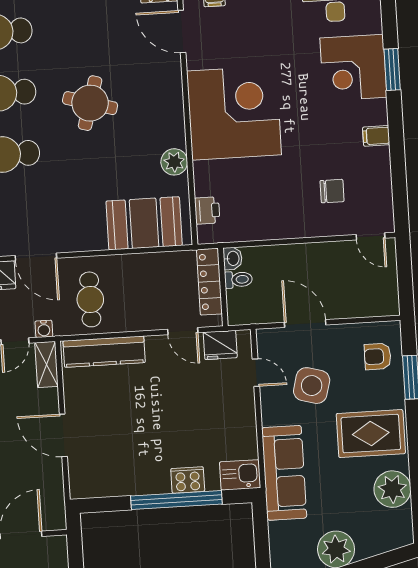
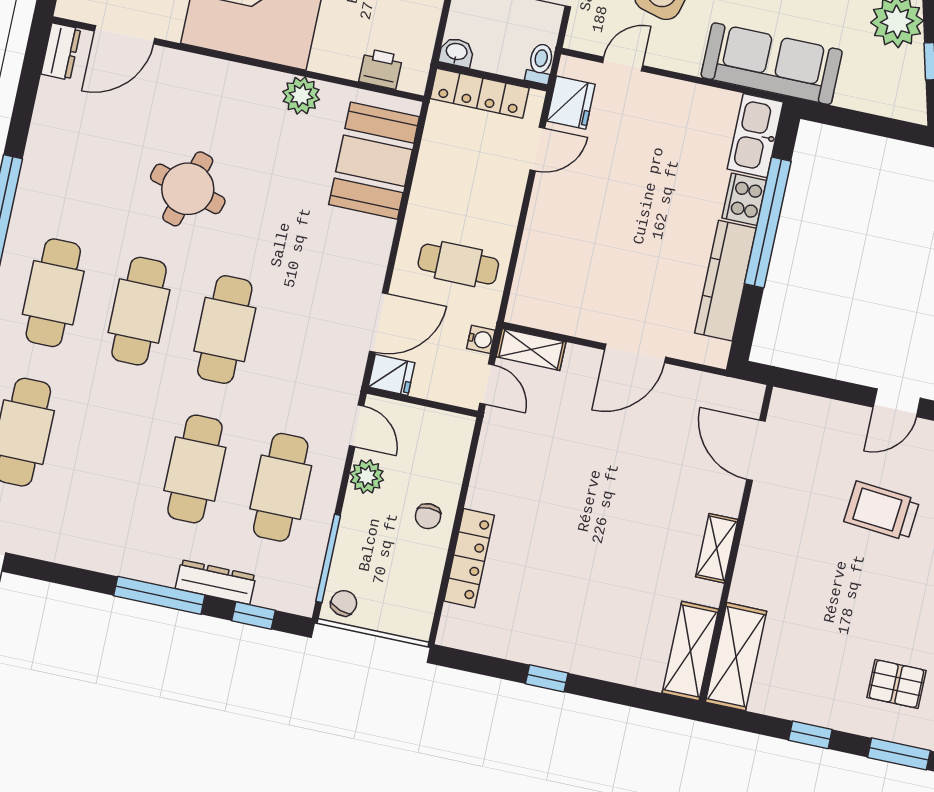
toilet: (238, 280) -> (540, 64), moved
kitchen counter: (104, 352) -> (725, 281), moved, turned 180
kitchen sink: (240, 475) -> (755, 136), width x1.38

